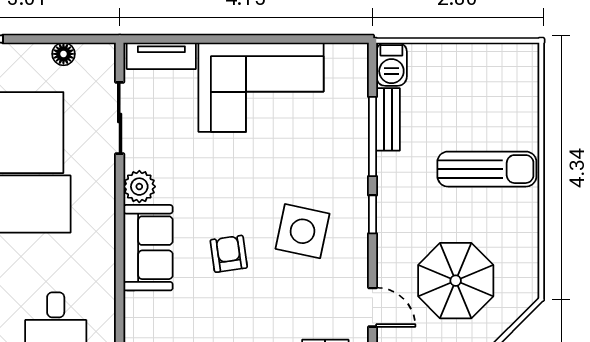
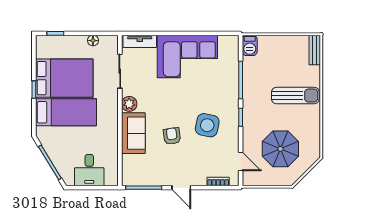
bench: (388, 119) -> (315, 50), moved

